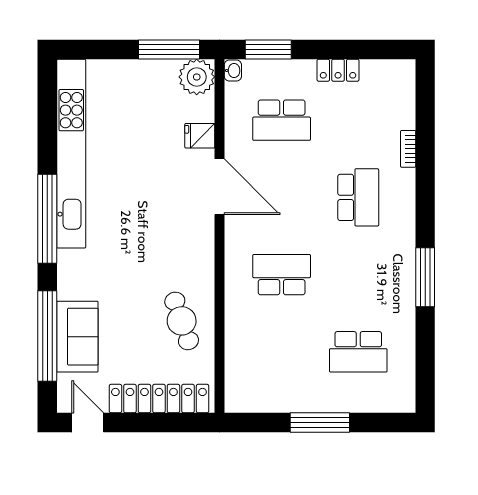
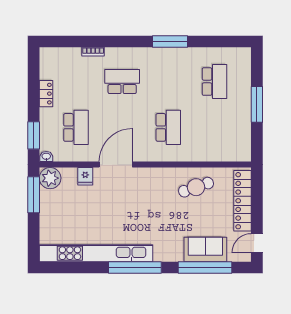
school desk: (282, 275) -> (168, 127), turned 180

